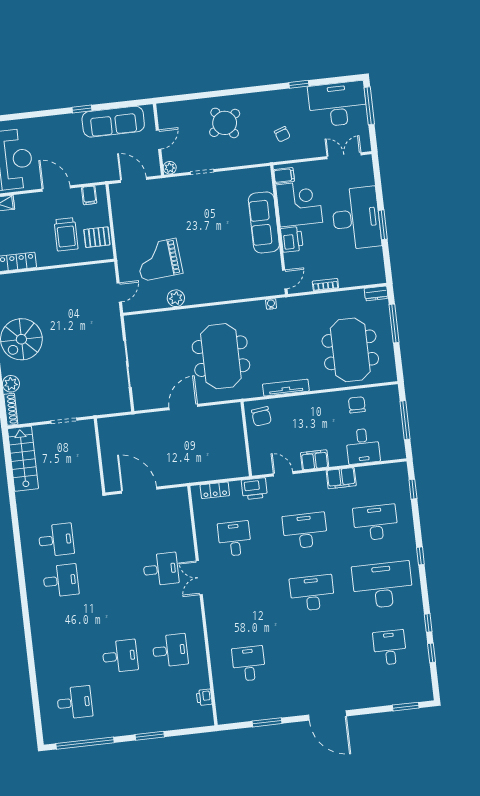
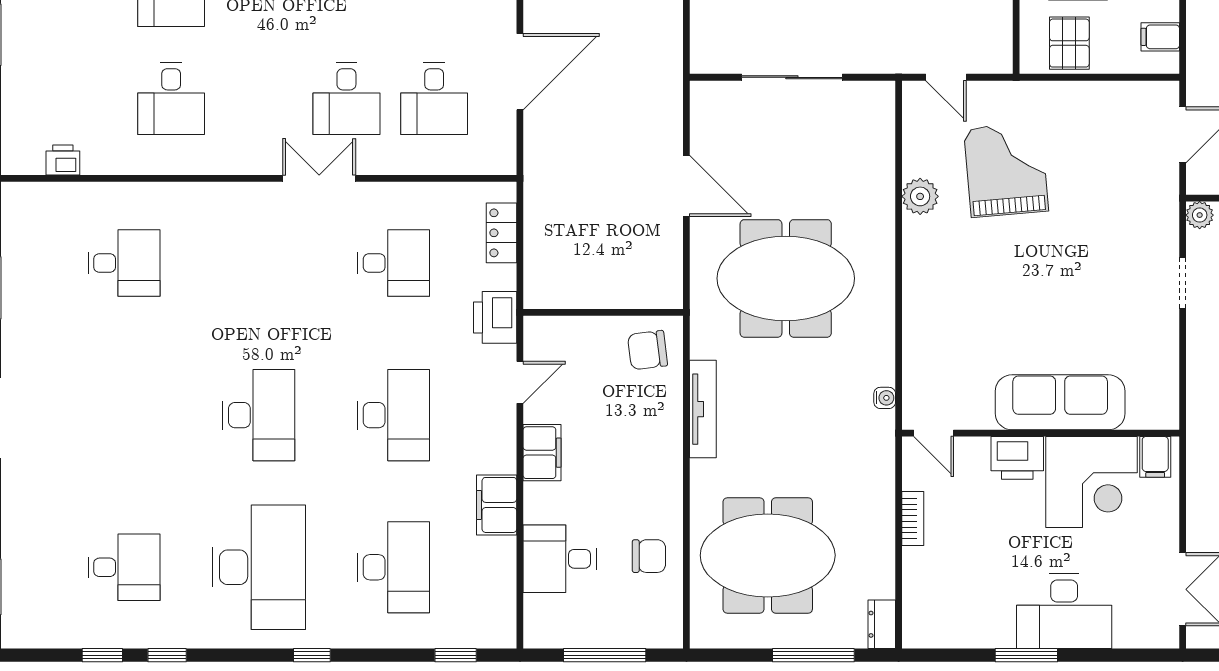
desk: (356, 218) -> (1064, 611), width x0.73, depth x0.77
desk: (156, 529) -> (434, 99), added

